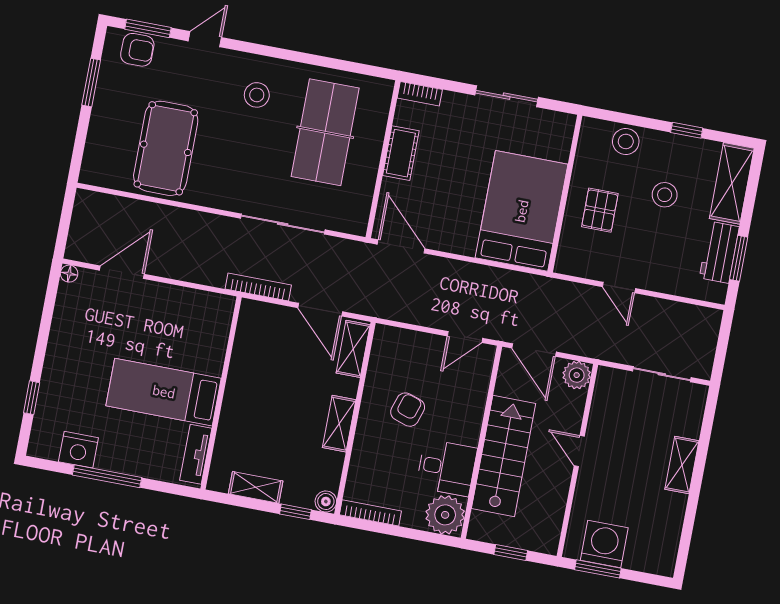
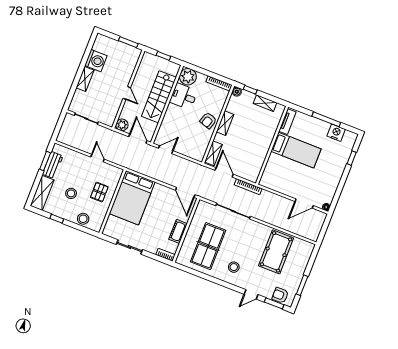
armchair: (408, 410) -> (208, 121), moved
washing machine: (604, 544) -> (96, 61), moved, turned -90

